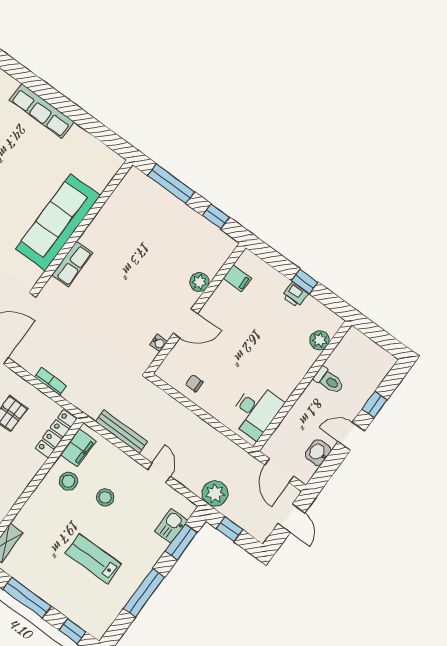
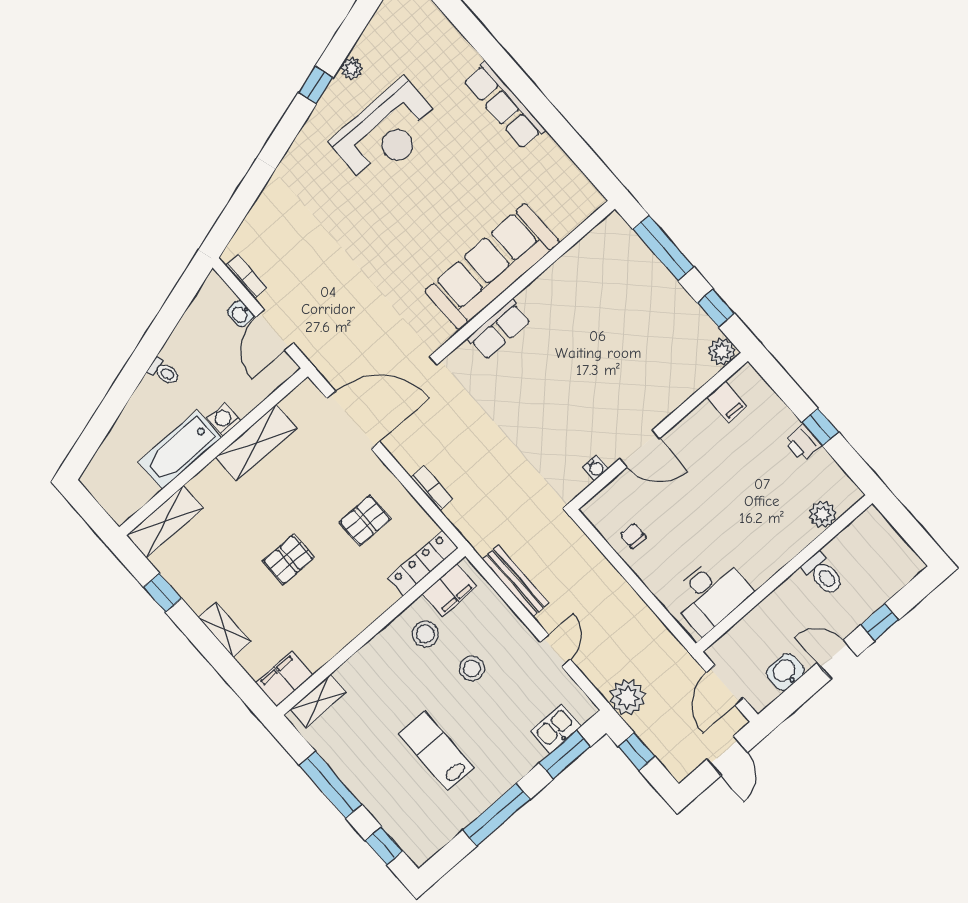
plant: (199, 282) -> (722, 351), moved

